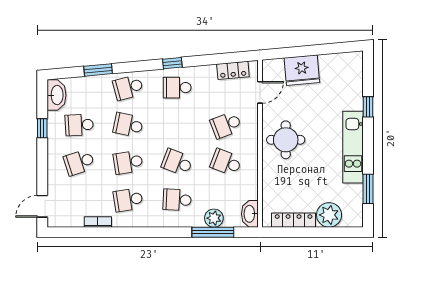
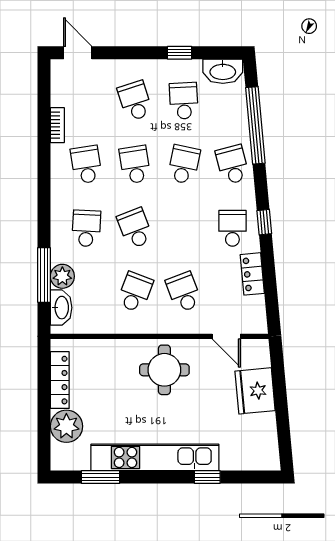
window: (98, 70) -> (255, 125), width x2.11
locker: (233, 70) -> (252, 274), moved
kitchen unit: (353, 147) -> (155, 457), width x1.36
school desk: (177, 162) -> (135, 228), turned -42
washbasin: (250, 214) -> (61, 308), moved, turned 90

